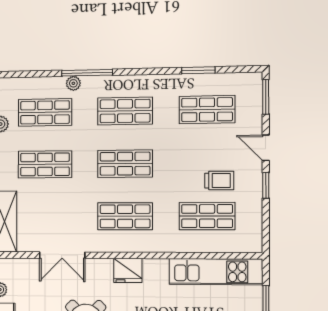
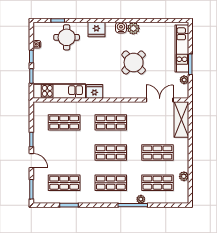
trolley: (219, 181) -> (57, 142), removed
double door: (62, 255) -> (160, 100), moved
fridge: (128, 270) -> (94, 91), moved

